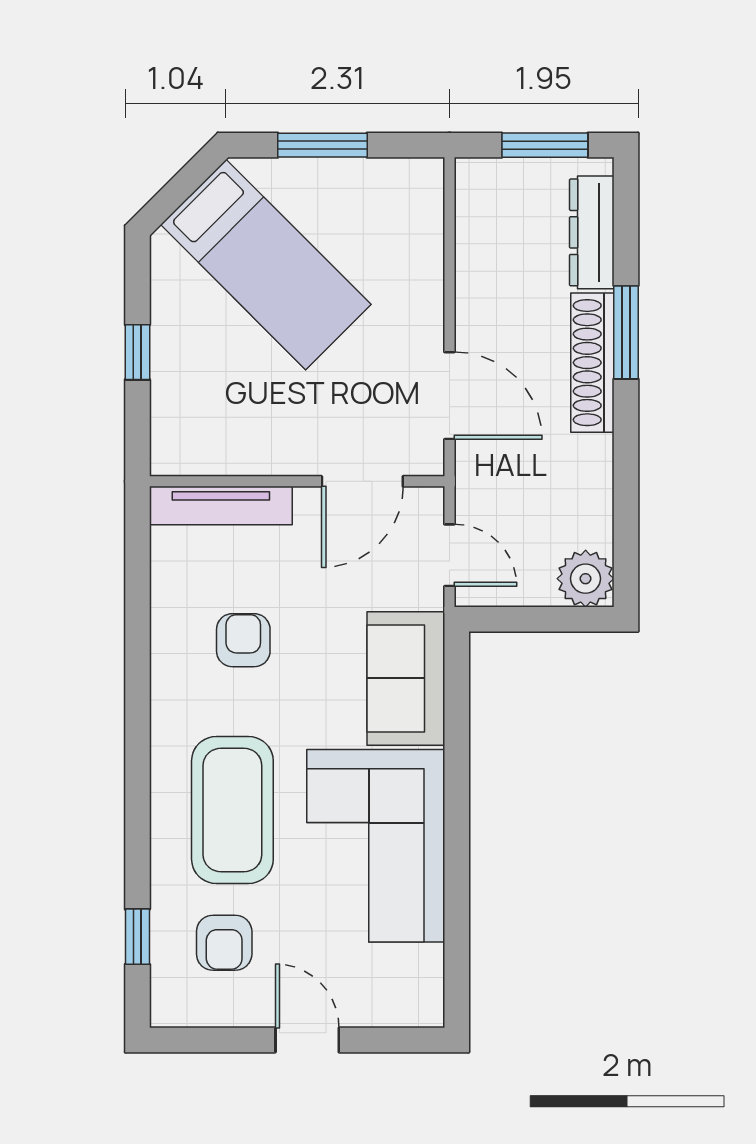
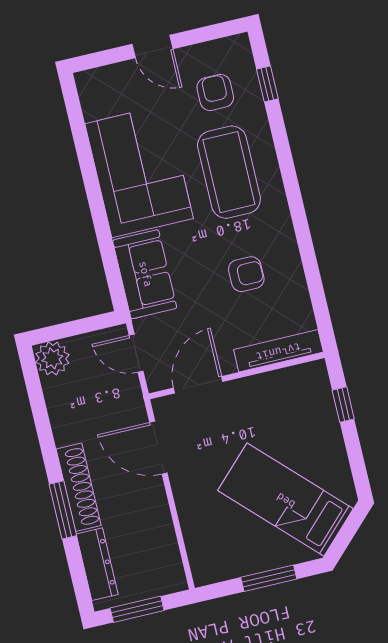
window: (137, 352) -> (343, 405), moved
armchair: (243, 640) -> (246, 274), turned -90

